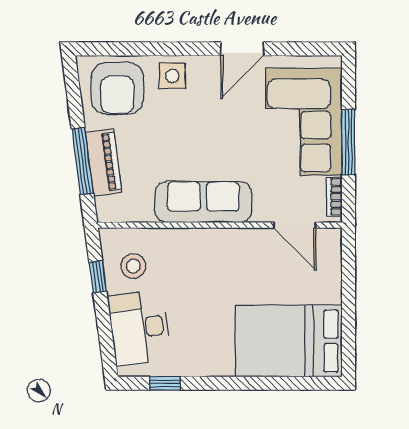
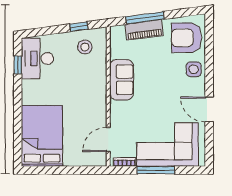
sofa: (203, 202) -> (121, 80), width x0.73
desk: (139, 328) -> (37, 58), moved, turned -82

